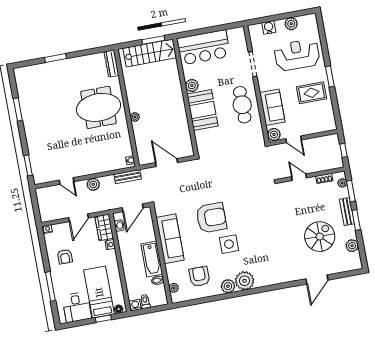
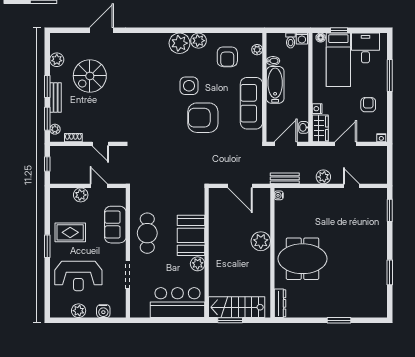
plant: (135, 117) -> (261, 241), width x1.88, depth x1.88
plant: (274, 134) -> (81, 195), moved

